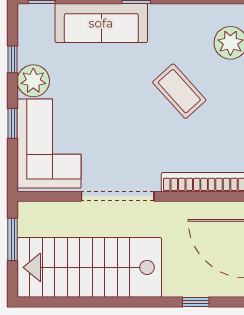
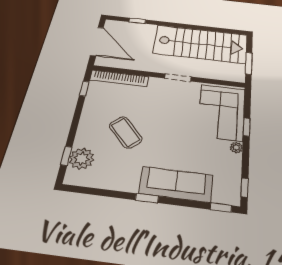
window: (13, 59) -> (244, 188), moved
plant: (33, 81) -> (236, 148), width x0.53, depth x0.53
doorway: (118, 196) -> (178, 78), width x0.53

